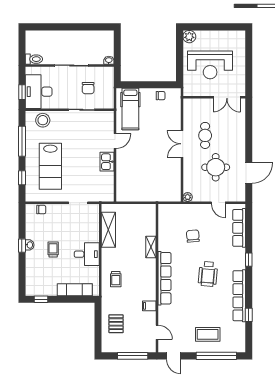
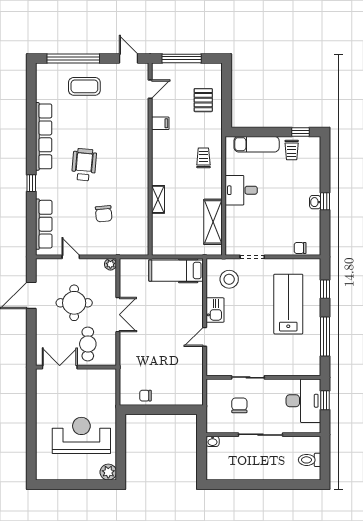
toilet: (34, 59) -> (310, 460), moved
wall: (214, 97) -> (76, 367), moved
double door: (227, 97) -> (60, 367), moved
hospital bed: (130, 109) -> (176, 271), moved, turned -90
stool: (43, 120) -> (229, 279), moved
double door: (182, 144) -> (118, 315), moved
trolley: (53, 249) -> (292, 150), moved
row of seats: (164, 278) -> (140, 159), removed
window: (249, 315) -> (31, 112), removed
door: (157, 332) -> (150, 89), swing flipped

